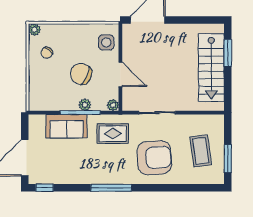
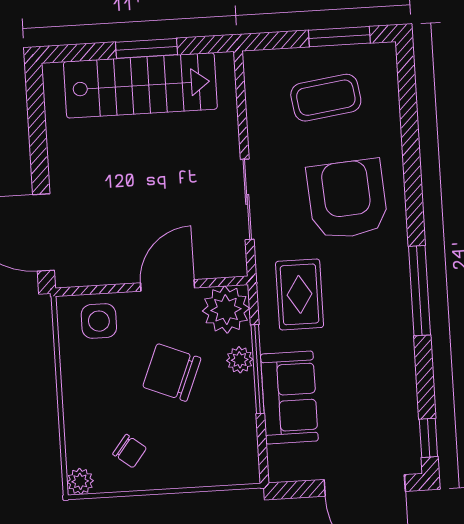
window: (228, 53) -> (147, 48), moved
chair: (81, 74) -> (172, 373), turned 87
plant: (113, 105) -> (226, 310), width x1.88, depth x1.88

